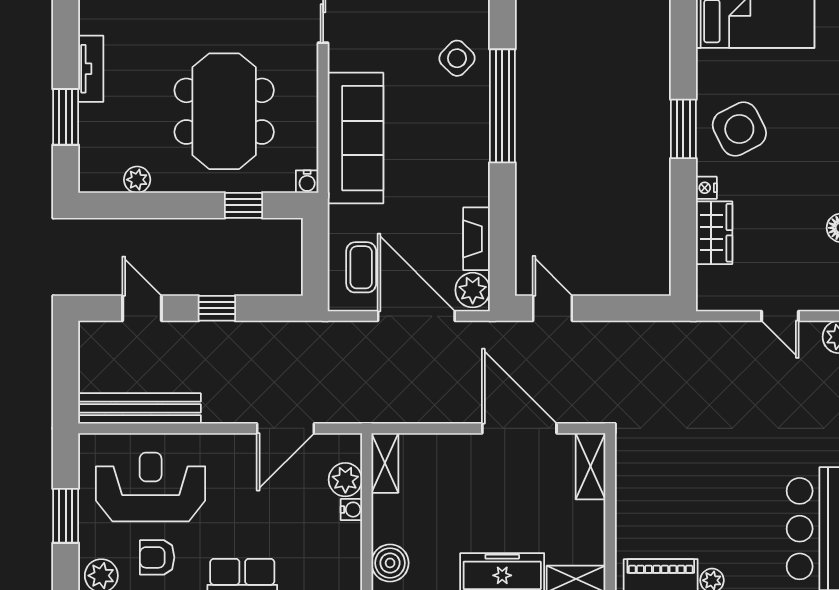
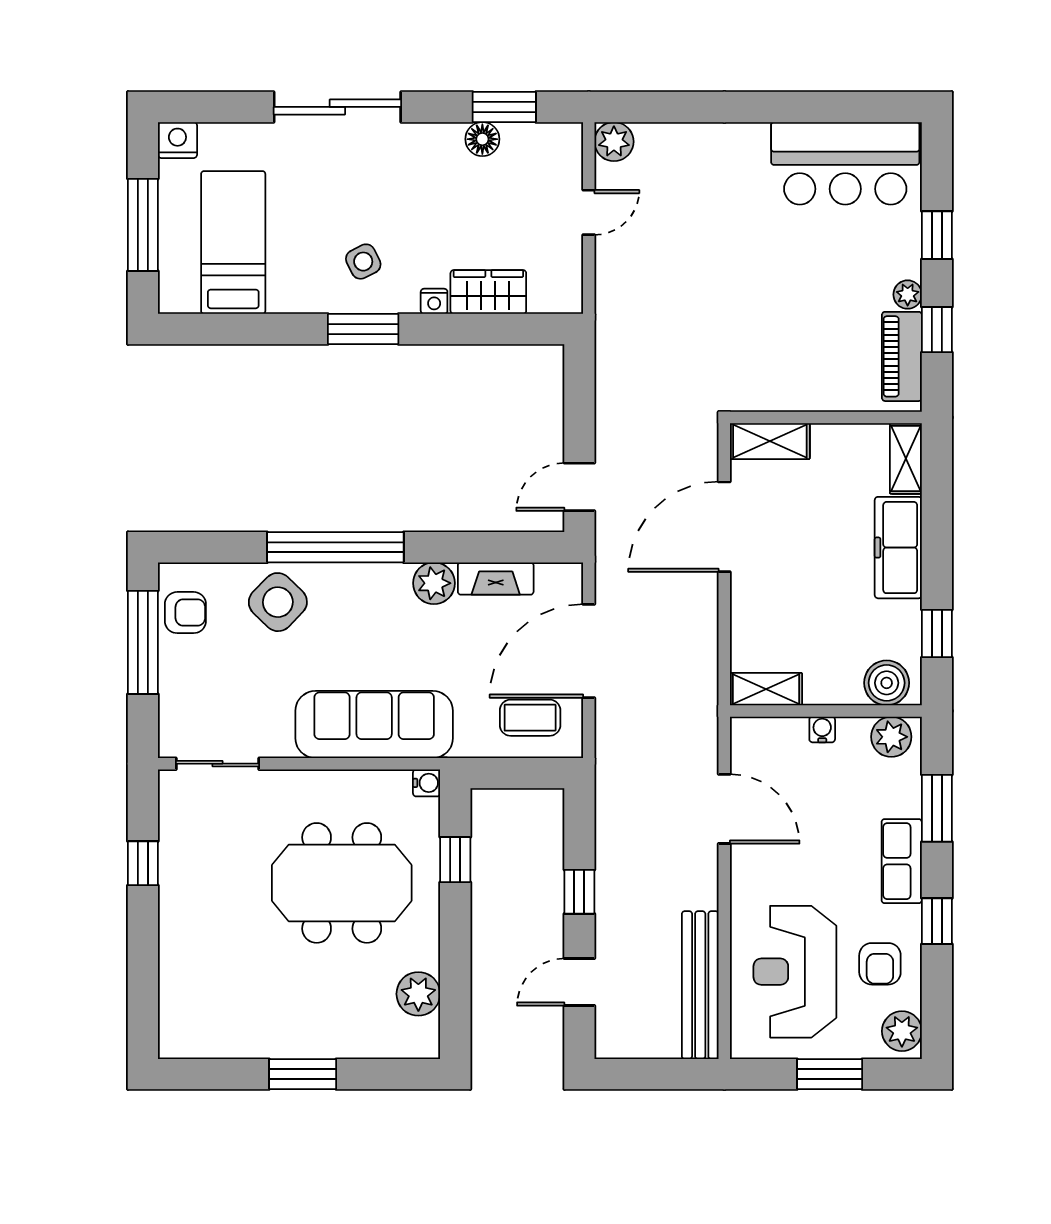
side table: (457, 58) -> (278, 602), width x1.37, depth x1.37
tv unit: (91, 69) -> (291, 1044), removed
window: (66, 117) -> (303, 1074), moved
side table: (739, 129) -> (363, 262), width x0.54, depth x0.54
plant: (137, 180) -> (418, 994), width x1.38, depth x1.38
plant: (473, 290) -> (434, 583), moved
plant: (345, 480) -> (891, 737), moved

